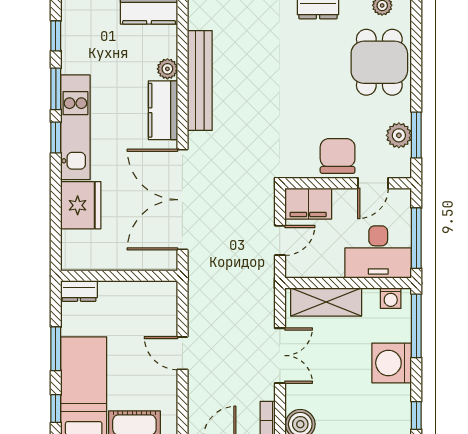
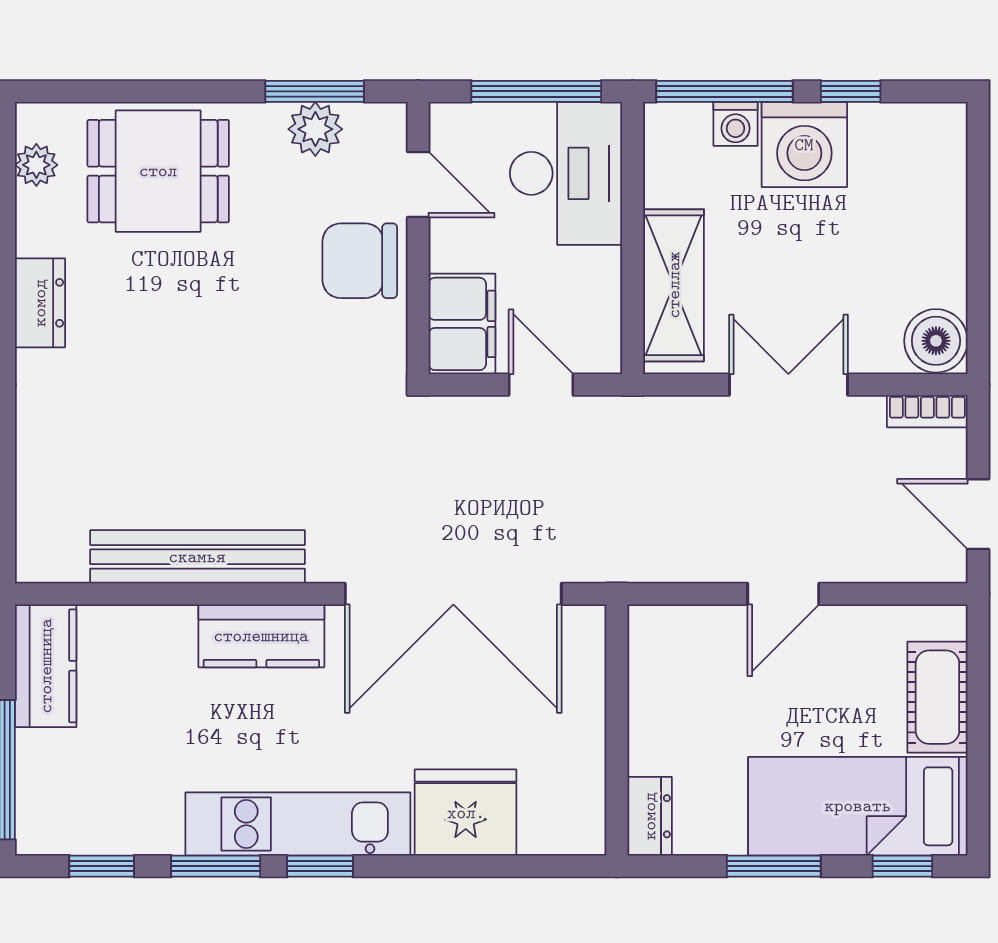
plant: (167, 69) -> (172, 626), removed
washing machine: (391, 298) -> (735, 124), moved, turned 90
window: (416, 415) -> (851, 91), moved

